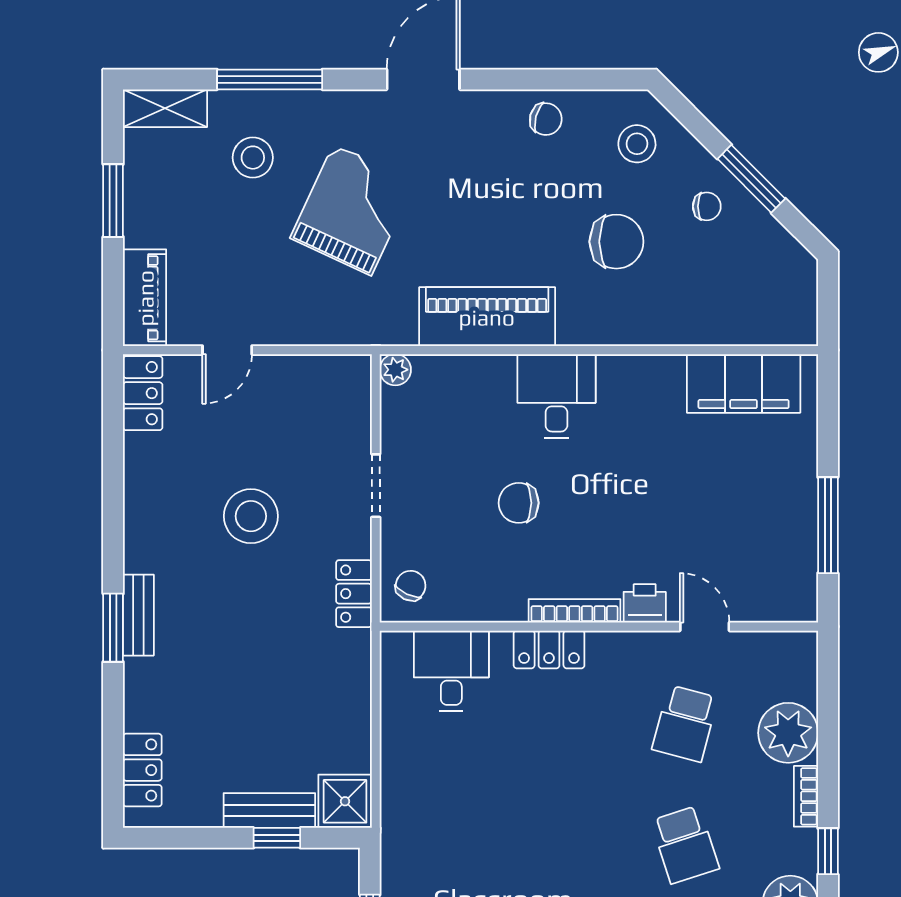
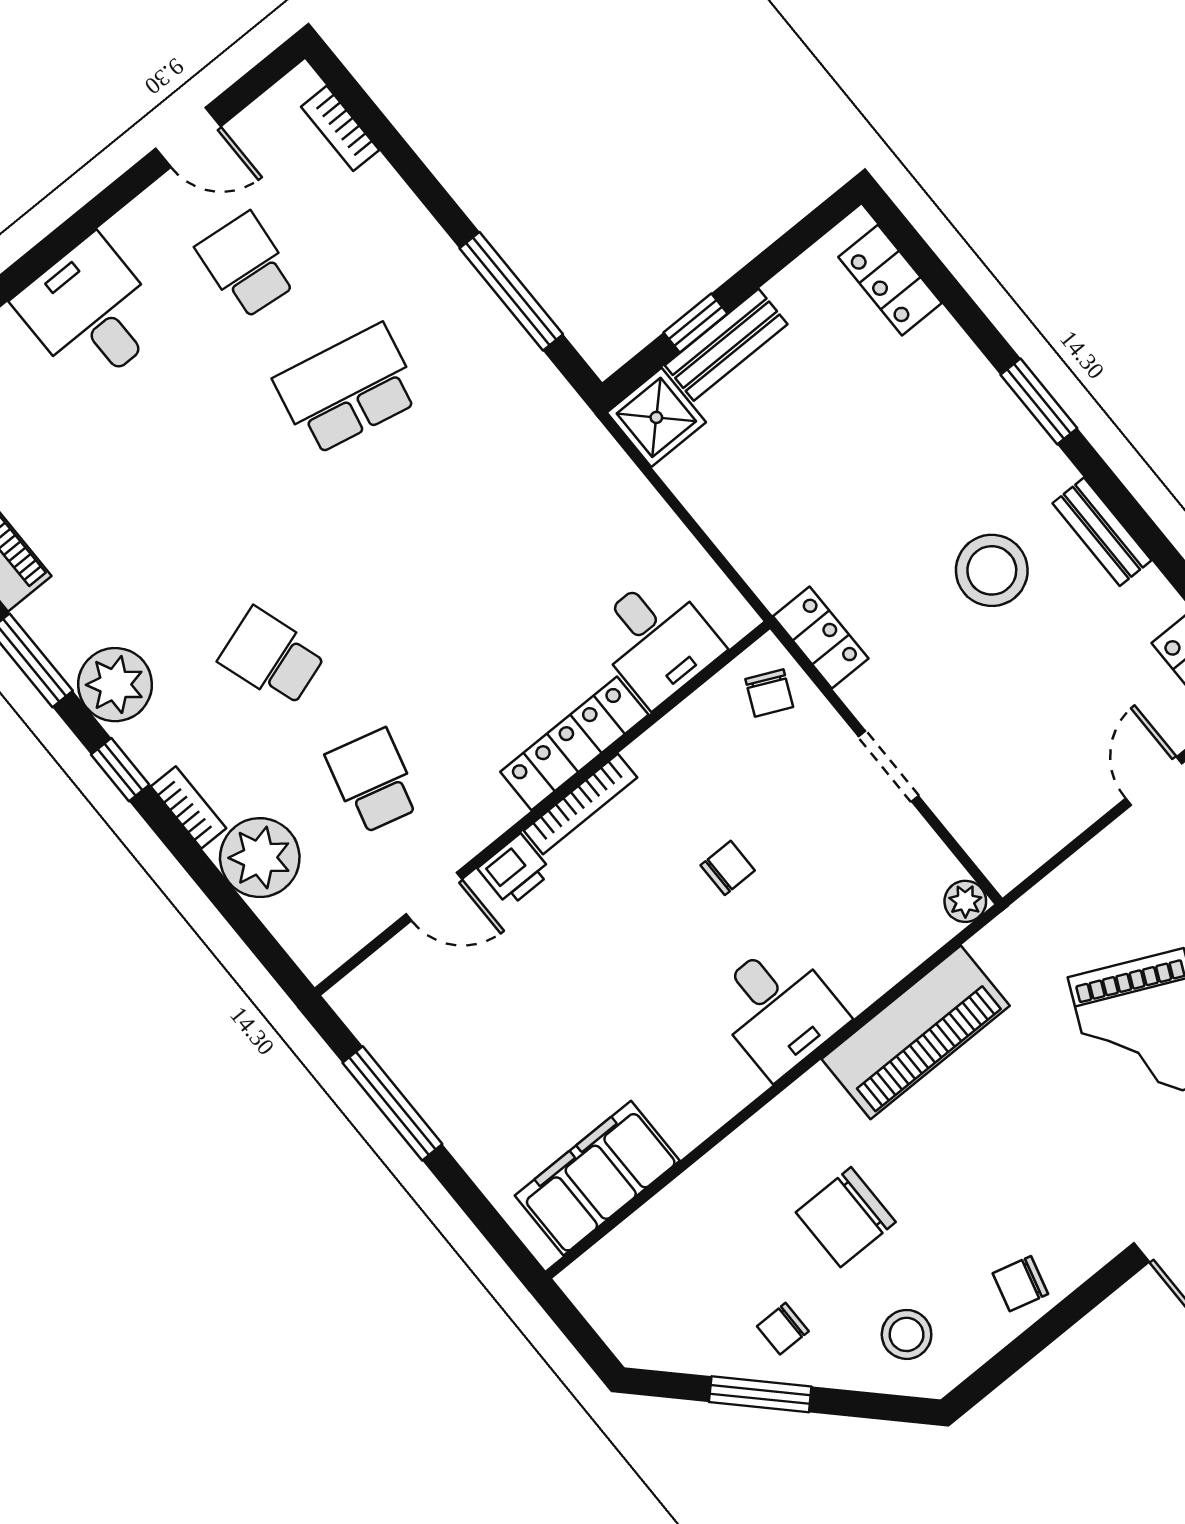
chair: (519, 503) -> (728, 868), width x0.73, depth x0.73
stool: (251, 516) -> (992, 570), moved
bench: (138, 615) -> (1102, 532), moved
locker: (549, 649) -> (574, 743), width x1.53

